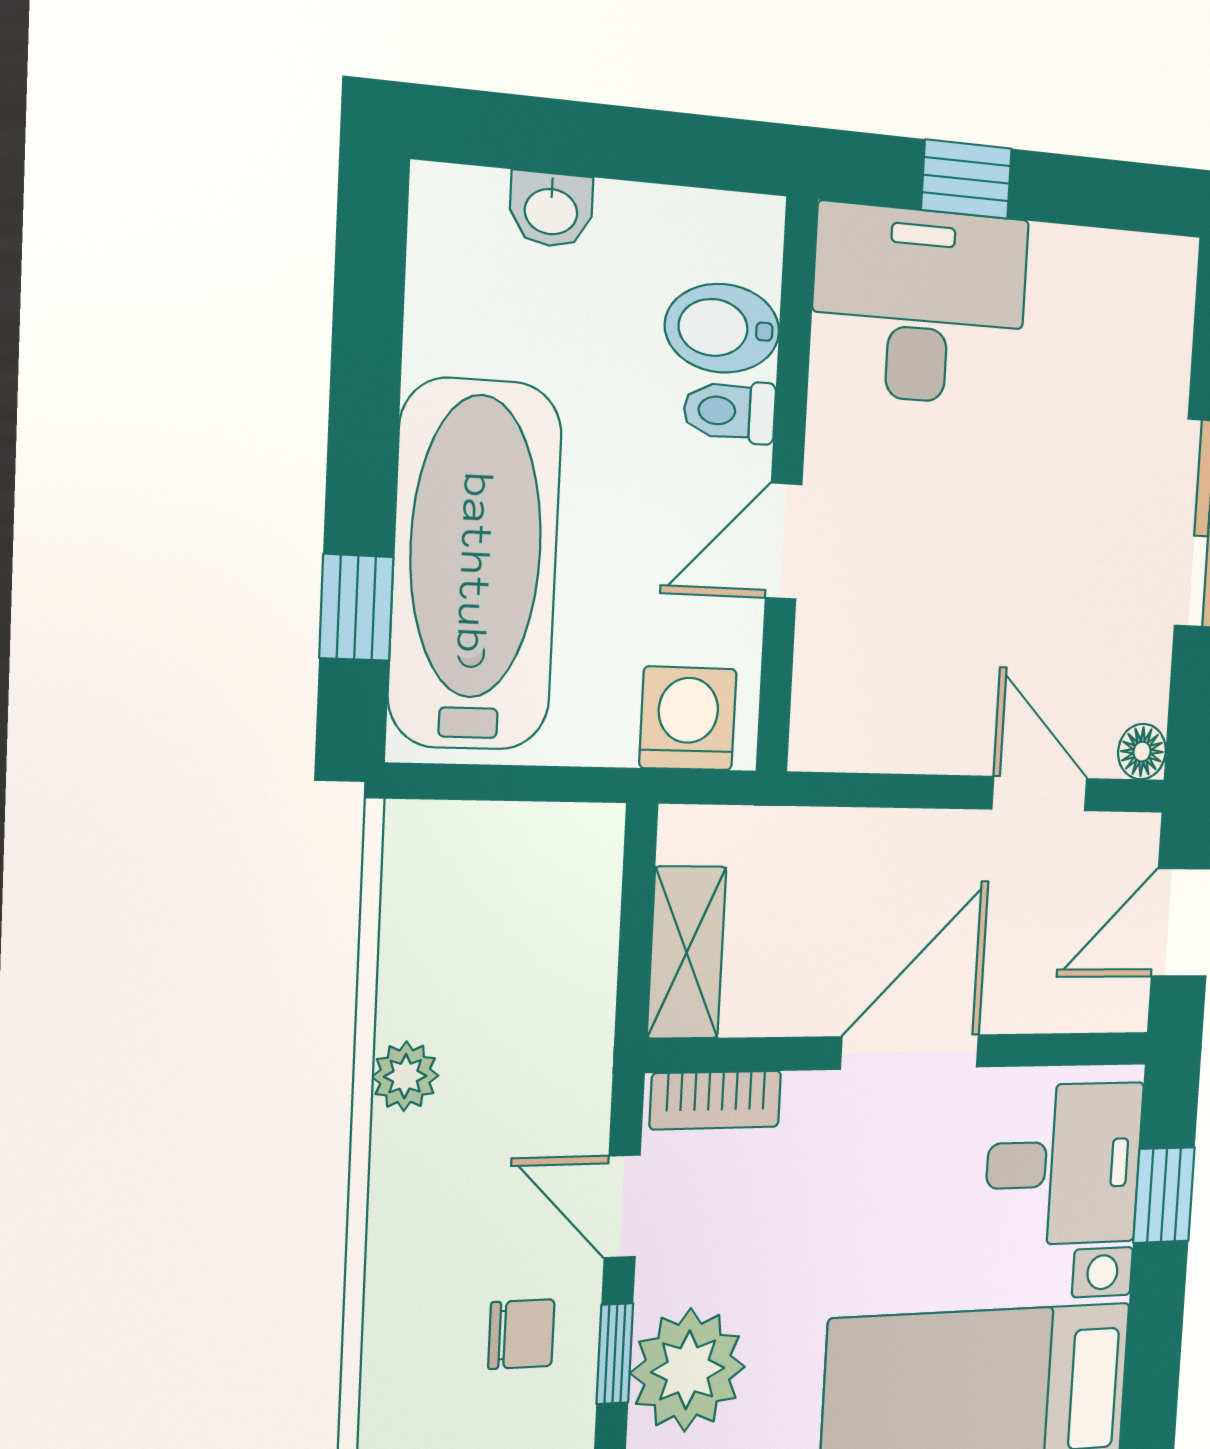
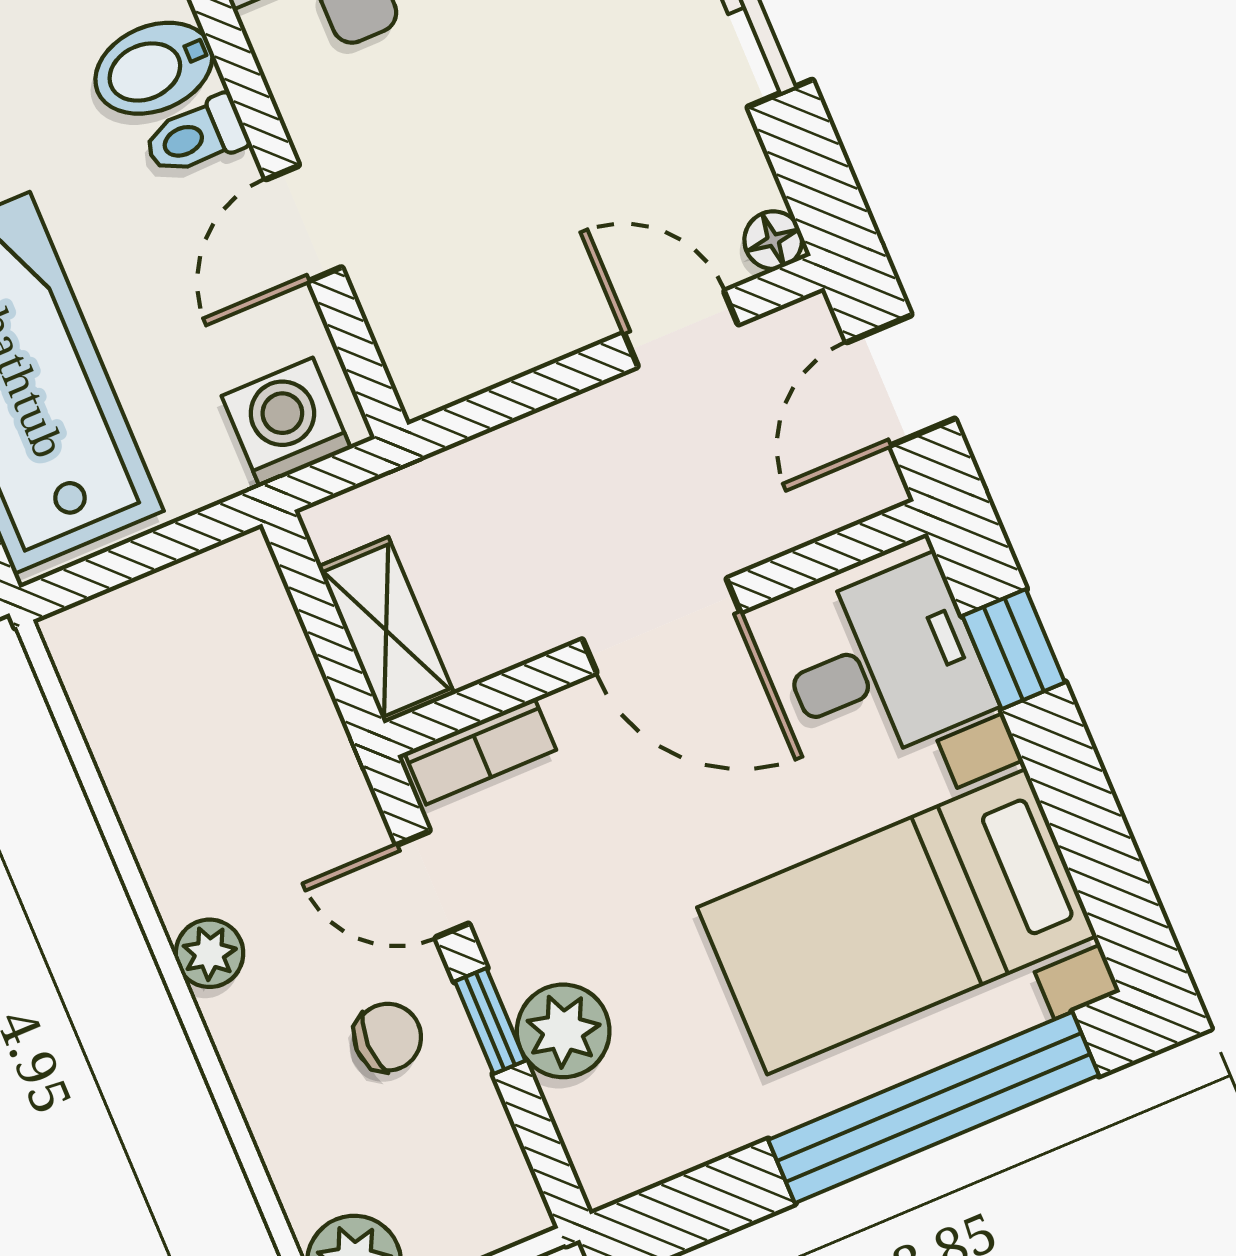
door: (910, 1052) -> (662, 626), swing flipped
plant: (405, 1076) -> (209, 953), moved
plant: (688, 1370) -> (563, 1031), width x0.73, depth x0.73

